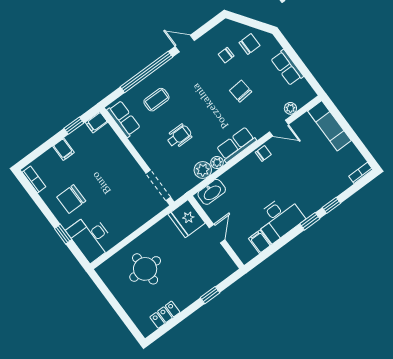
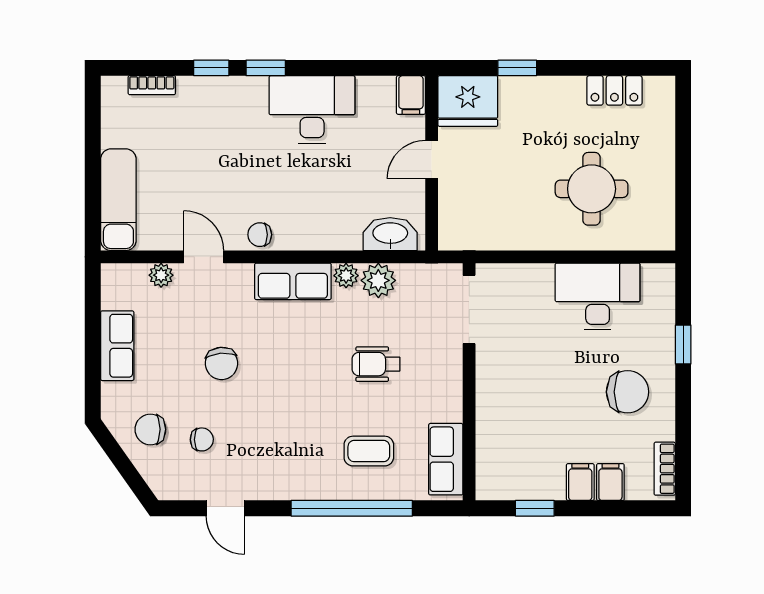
door: (185, 44) -> (225, 508), moved
filing cabinet: (96, 122) -> (610, 482), moved, turned -90
bookcase: (361, 173) -> (152, 85), moved
fridge: (187, 219) -> (468, 101), moved, turned 90
desk: (91, 237) -> (598, 296), moved, turned -90
filing cabinet: (260, 242) -> (411, 95), moved

